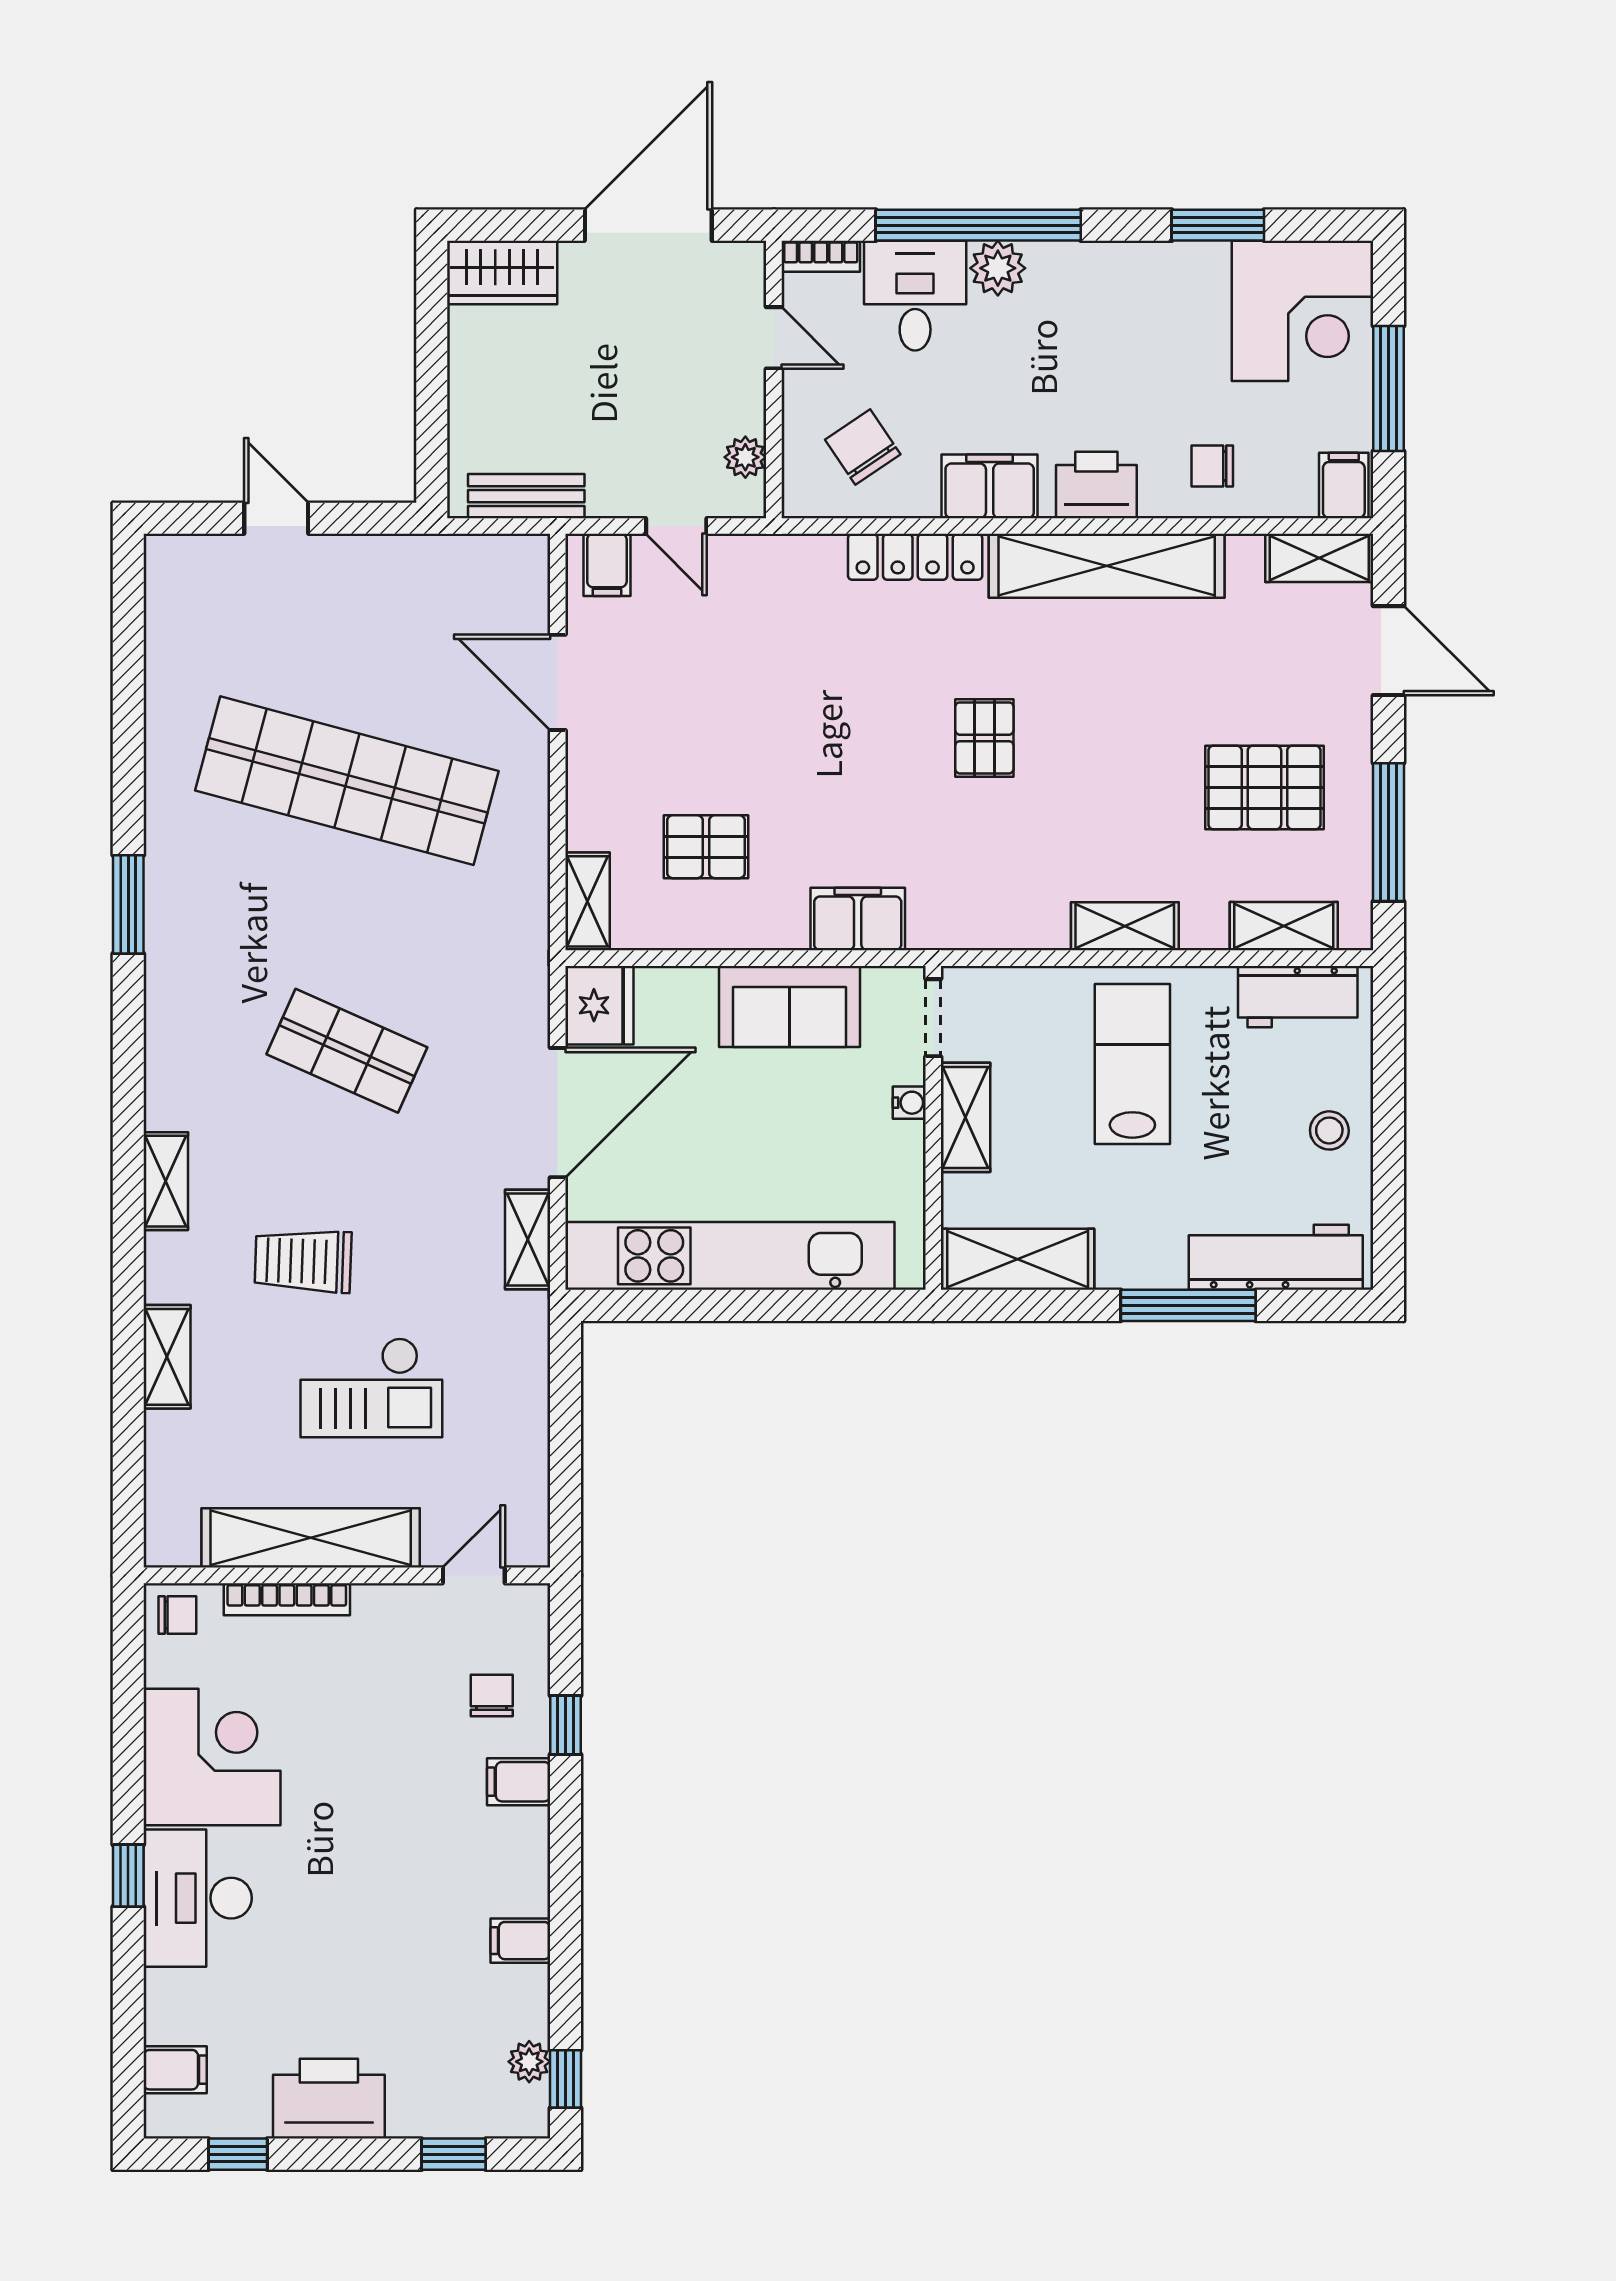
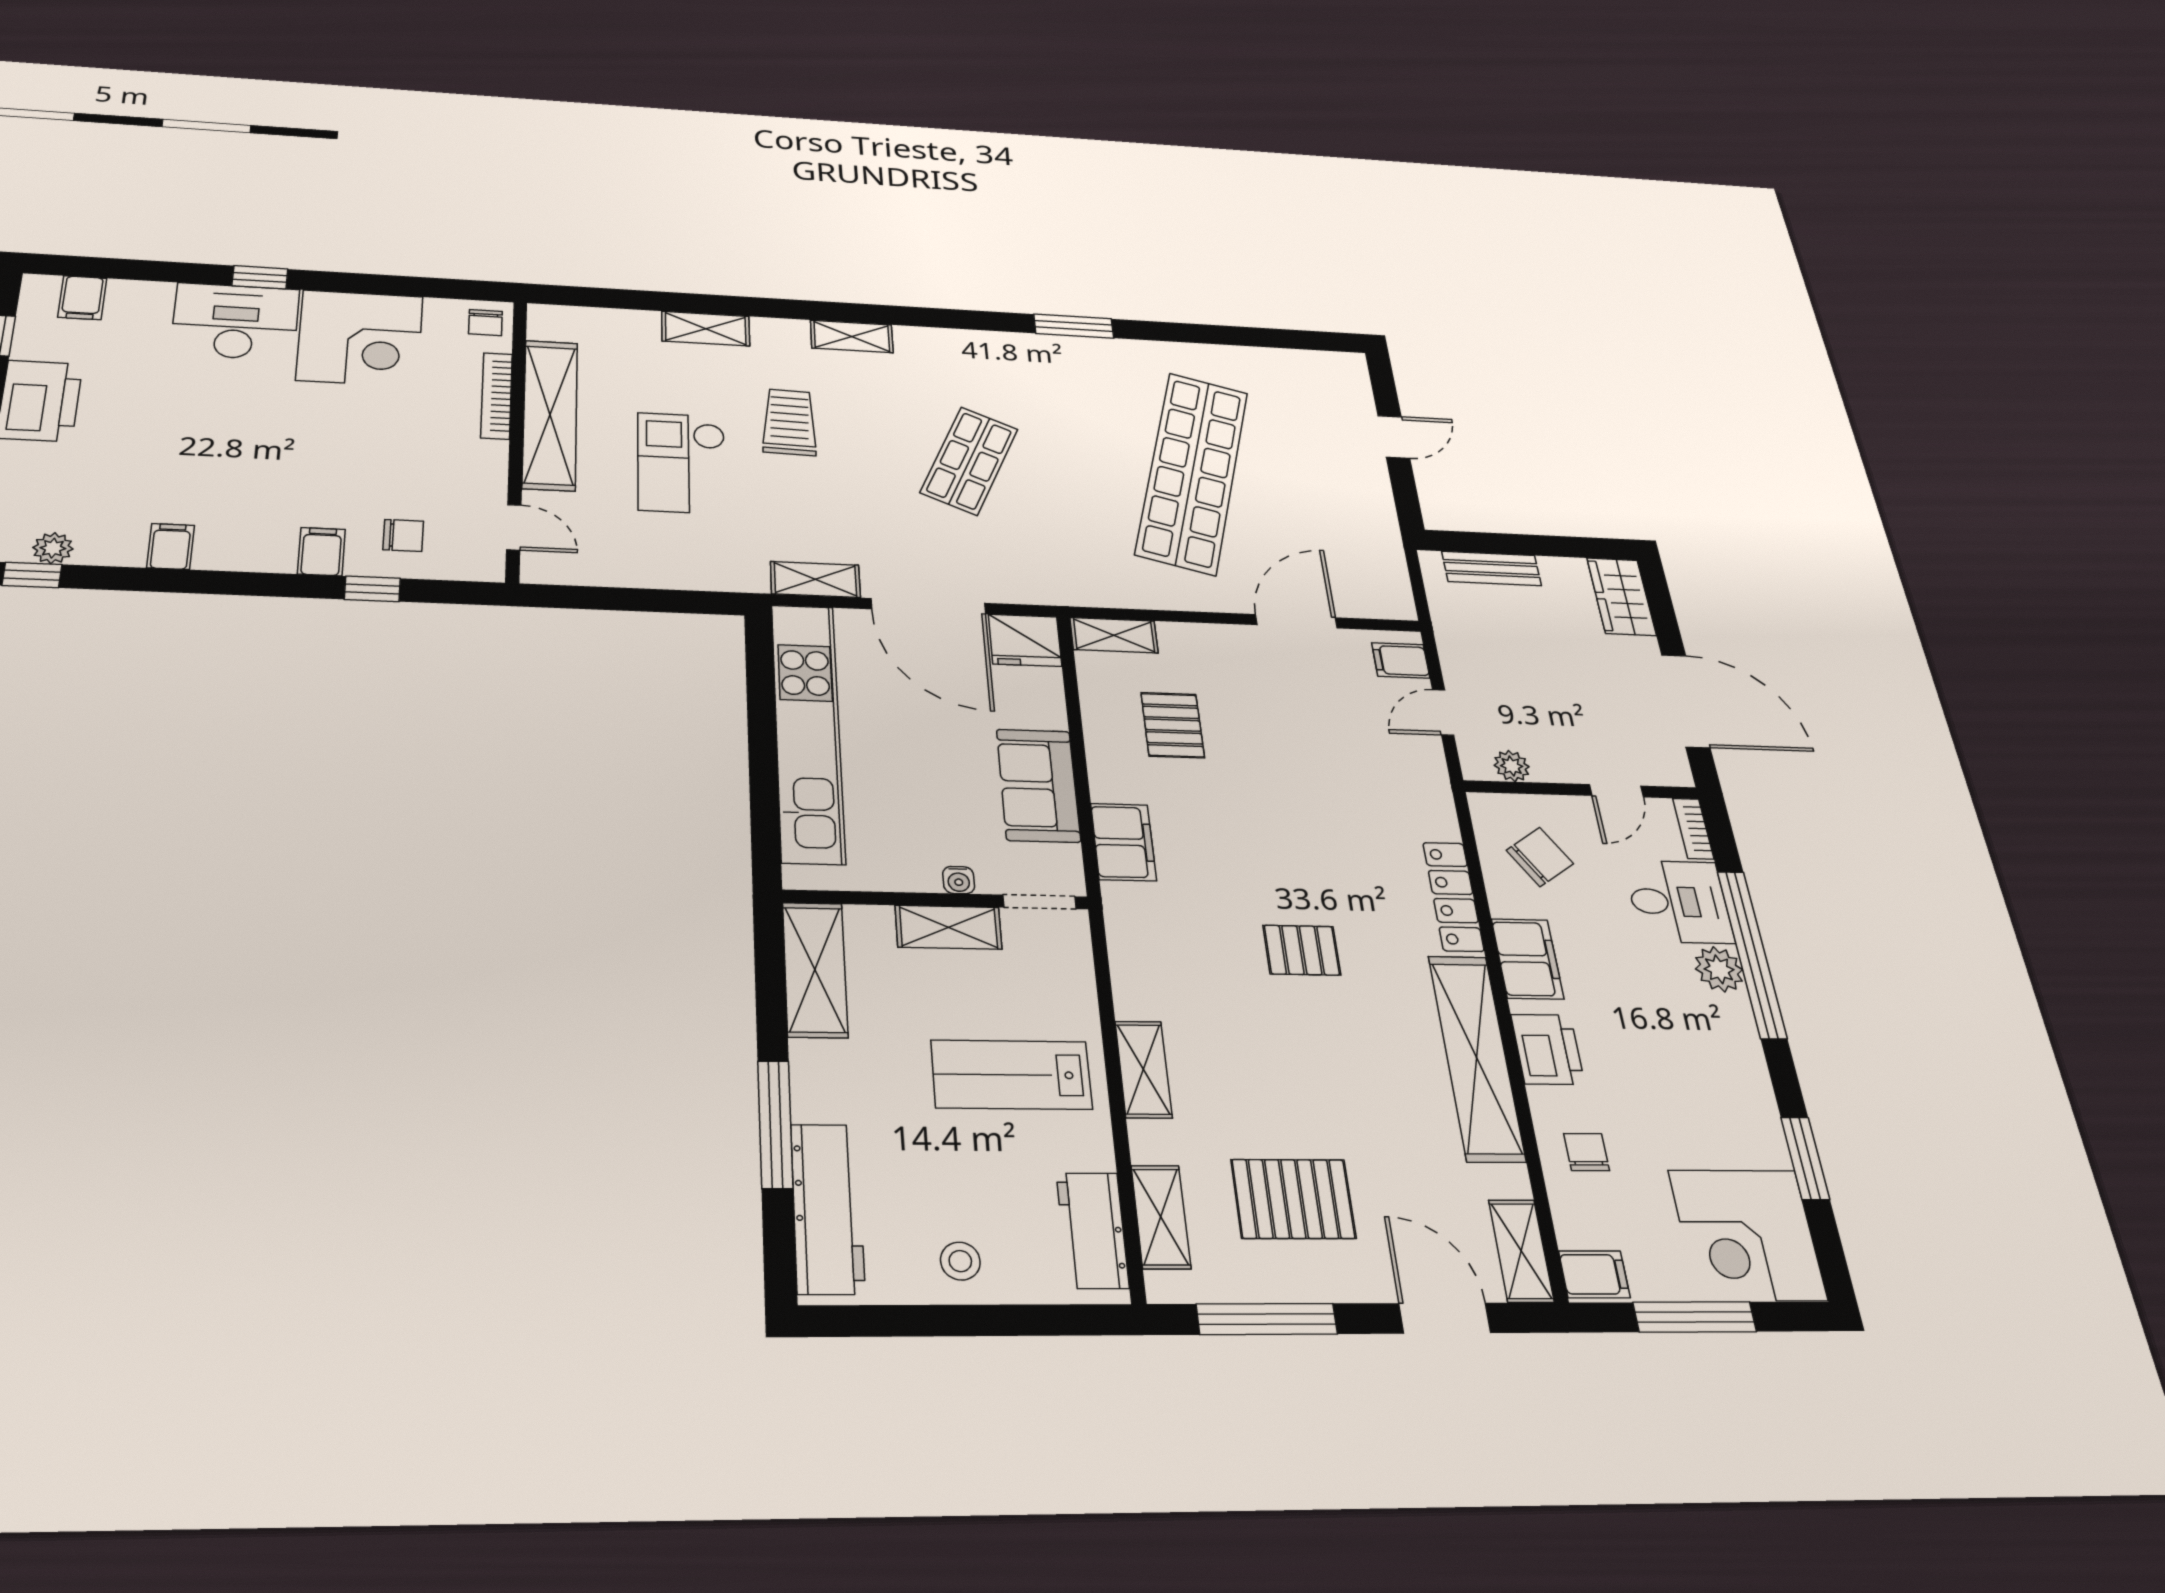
bench: (526, 496) -> (1492, 568), moved, turned 90
door: (1389, 651) -> (1445, 1318), swing flipped
pallet: (1264, 788) -> (1293, 1199), turned 90
lab bench: (1132, 1064) -> (1012, 1075), turned 180

